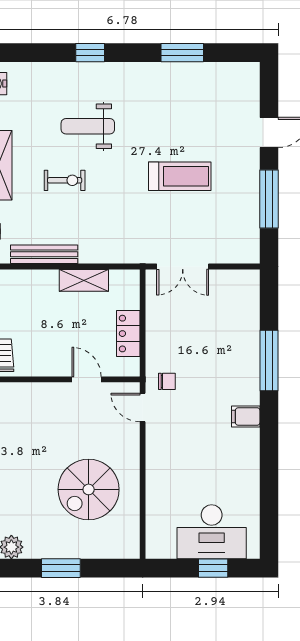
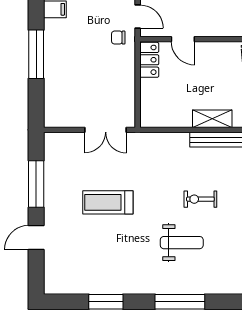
window: (90, 53) -> (180, 302), width x2.17
double door: (183, 267) -> (106, 130), swing flipped
shelving: (84, 280) -> (212, 119), moved
locker: (128, 334) -> (149, 60), moved

